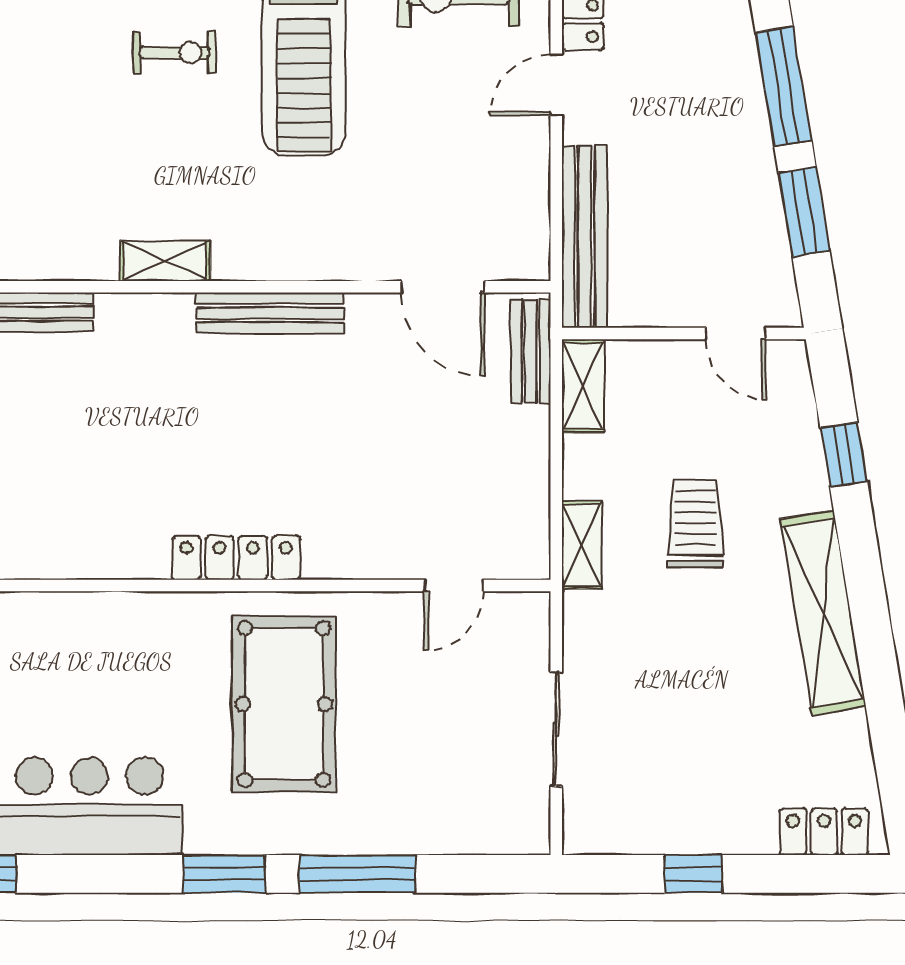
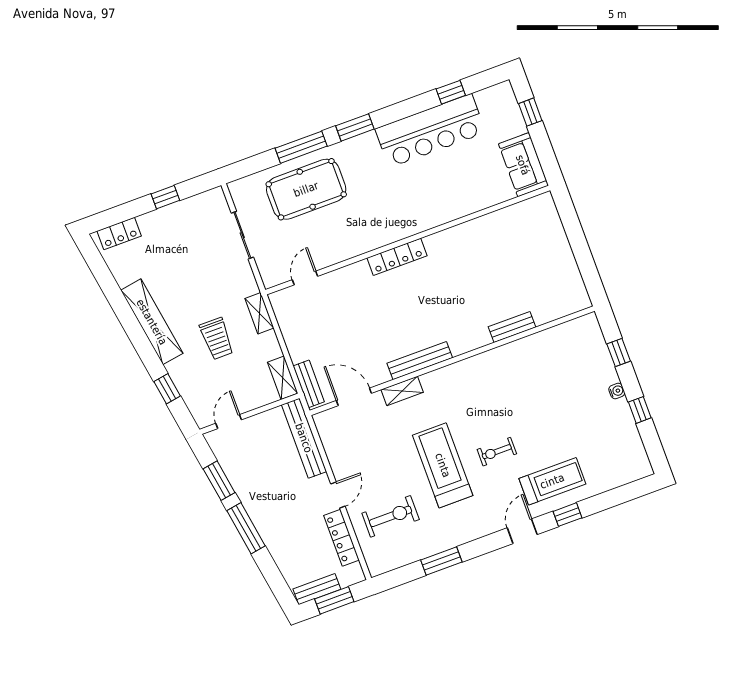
shelving: (165, 261) -> (402, 391), moved
door: (736, 333) -> (229, 422), hinge flipped
pool table: (284, 704) -> (306, 189), moved, turned 90

